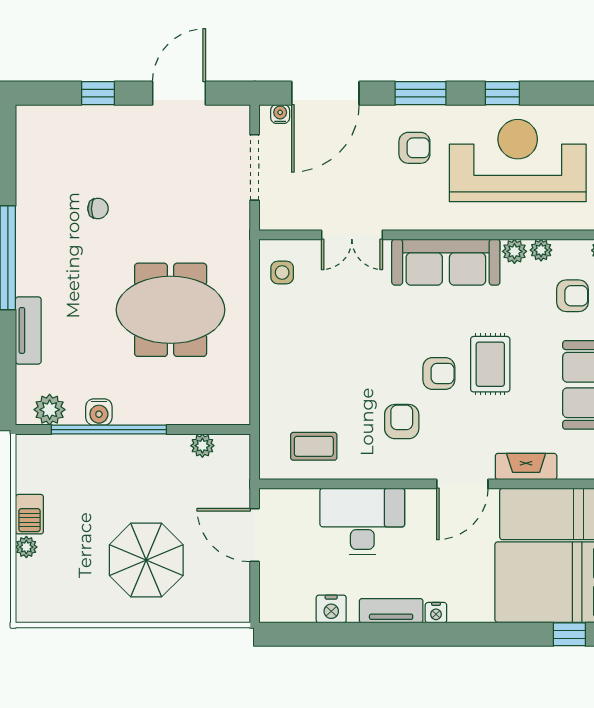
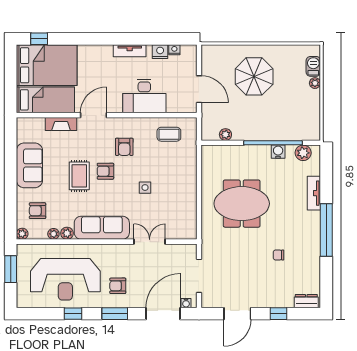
dresser: (43, 118) -> (306, 301), added
side table: (282, 272) -> (145, 188), moved
barbecue: (29, 514) -> (313, 66), moved
nightstand: (436, 613) -> (174, 50), moved

